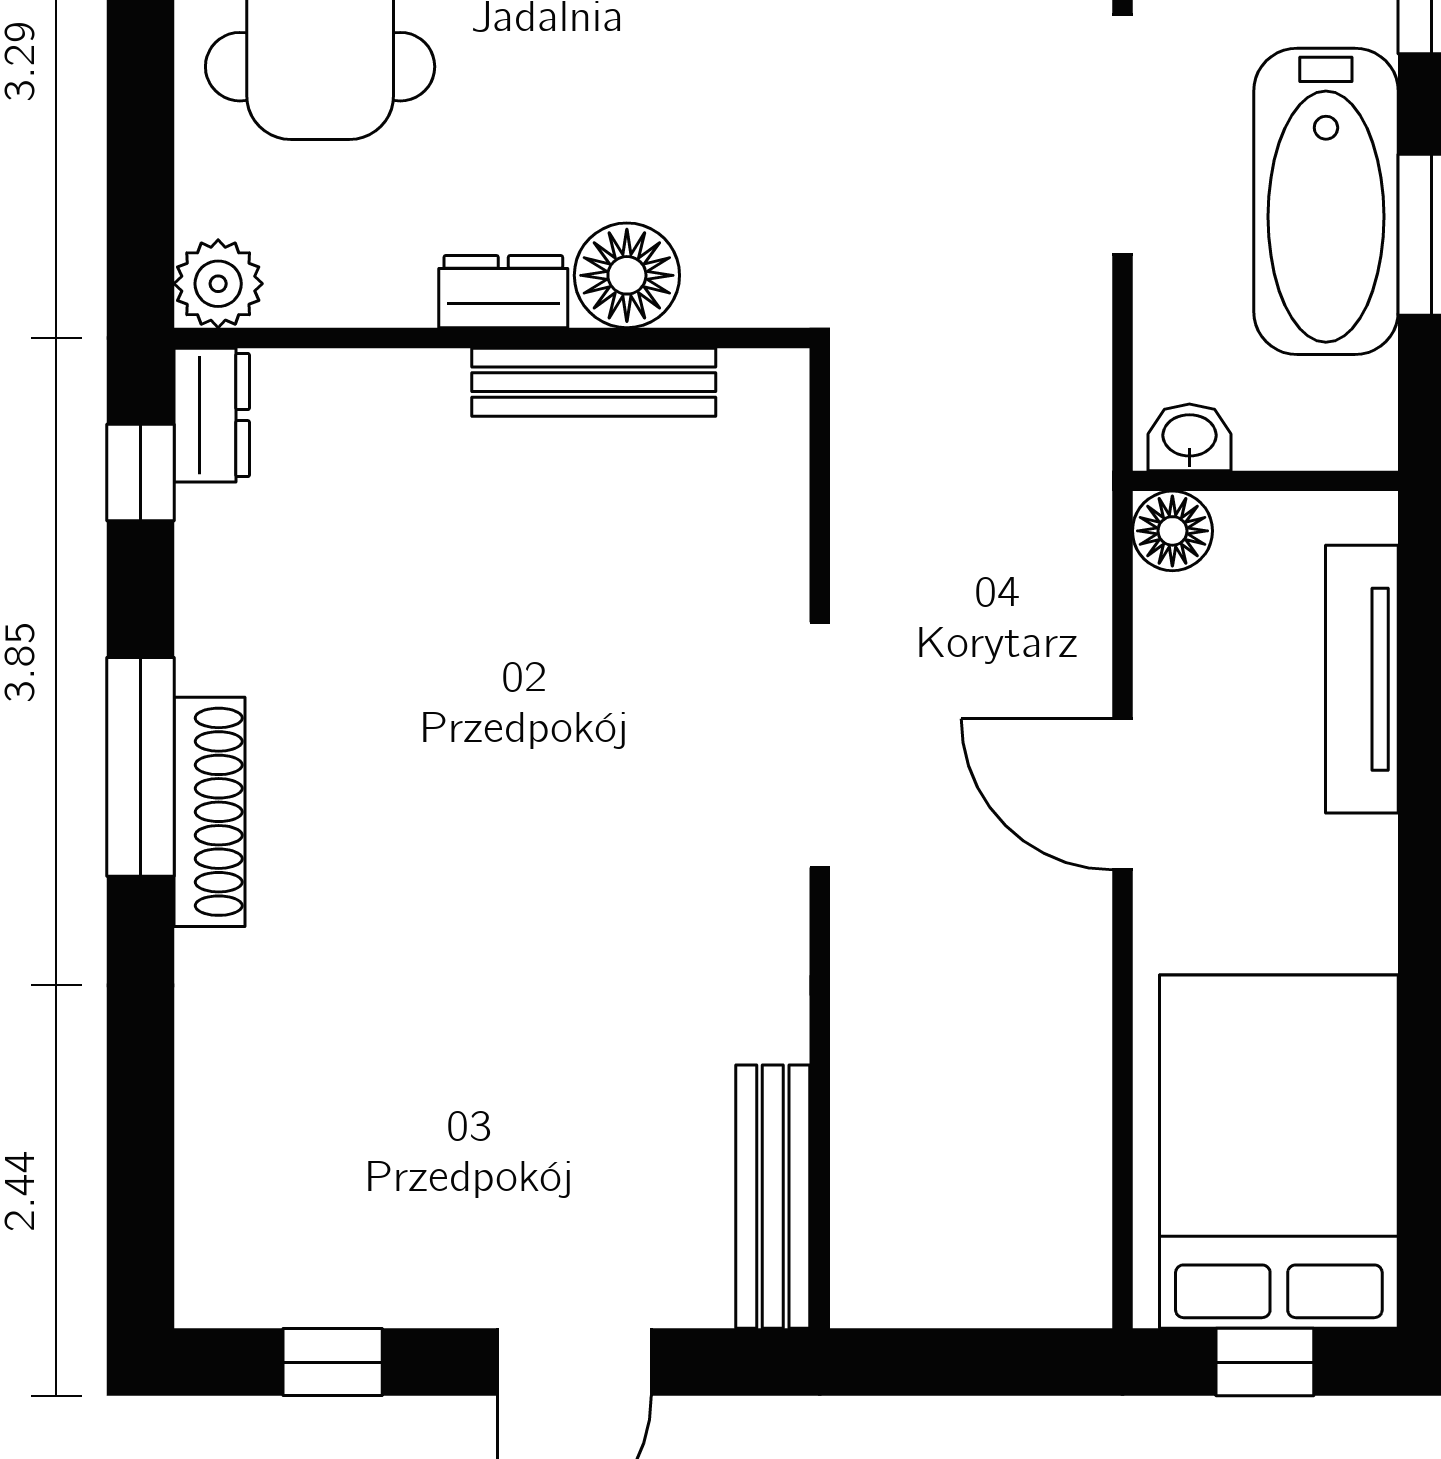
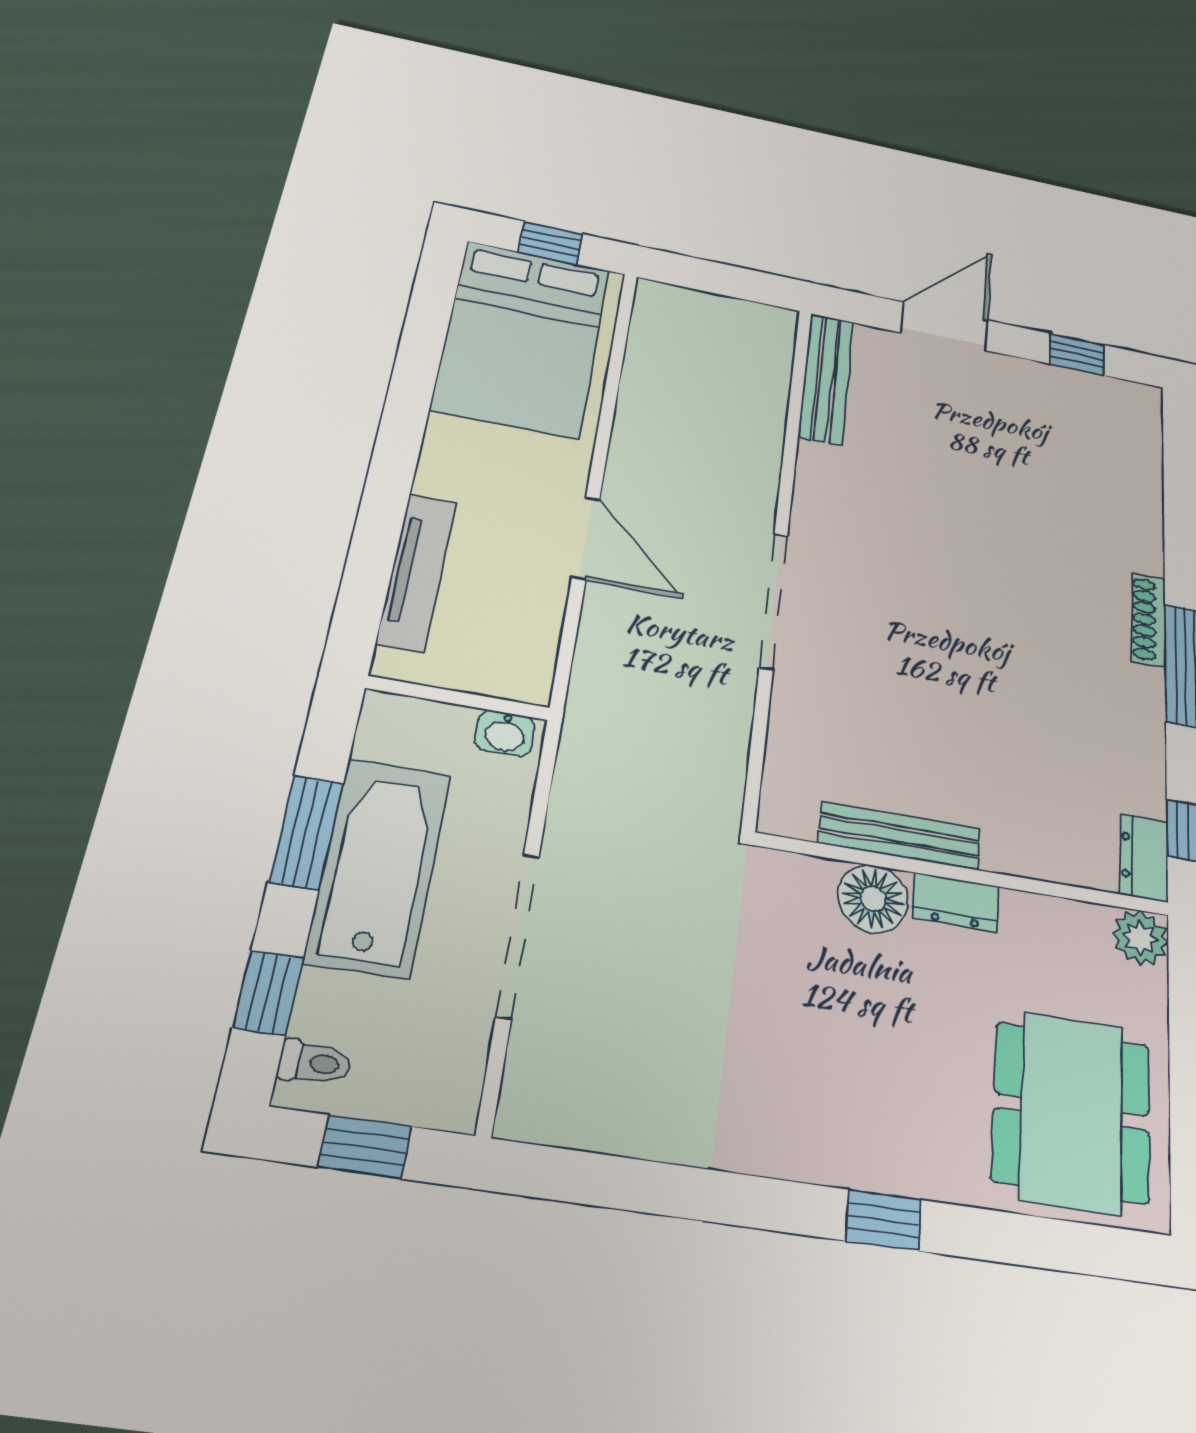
floor lamp: (1172, 531) -> (527, 680), removed
shoe rack: (209, 812) -> (1149, 620), width x0.74, depth x0.81

